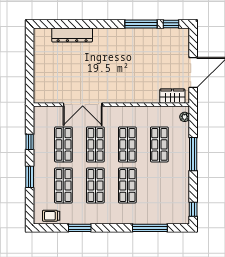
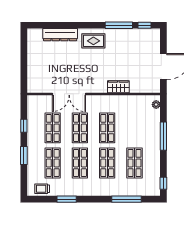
rug: (111, 42) -> (93, 41), added
wardrobe: (172, 96) -> (118, 87), moved
shop shelf: (159, 144) -> (134, 163), moved

